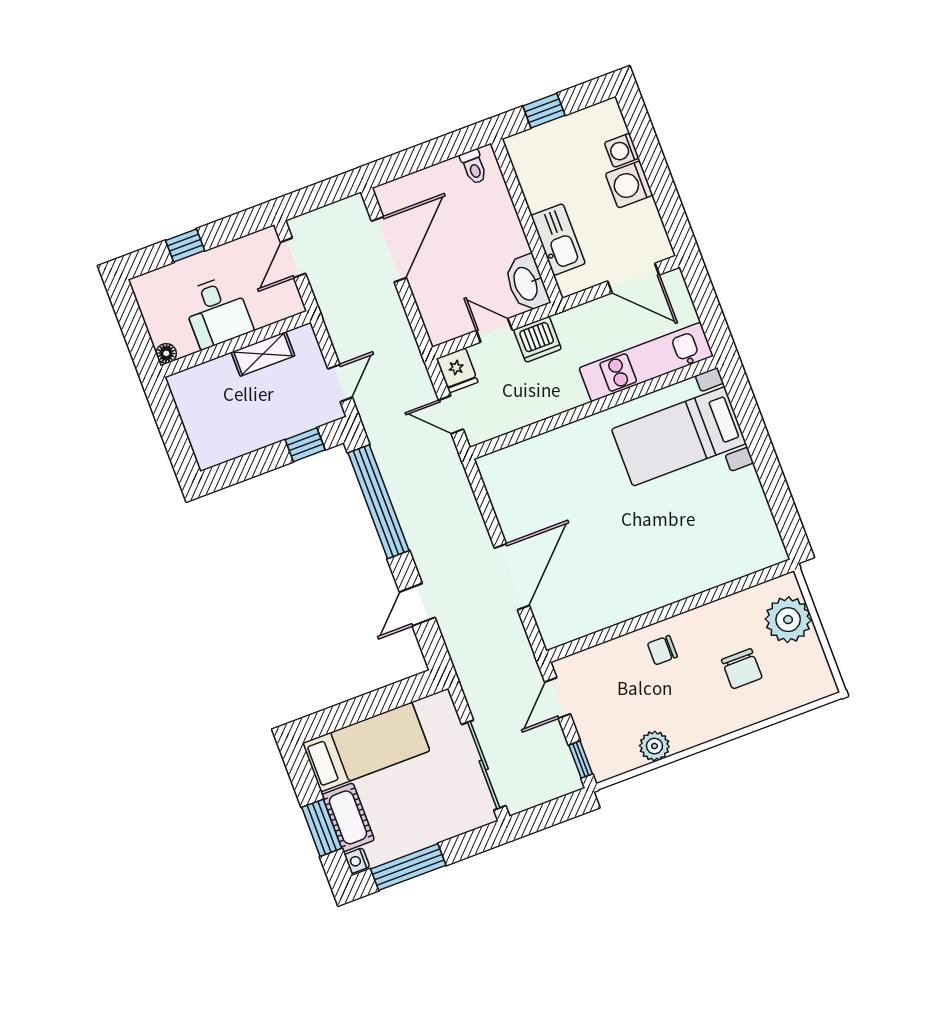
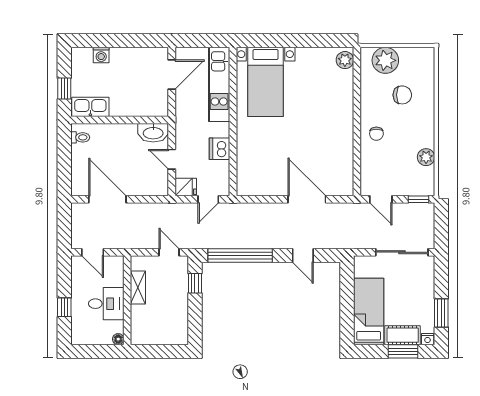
washing machine: (629, 184) -> (121, 58), removed
kitchen sink: (558, 240) -> (90, 107), moved
door: (494, 330) -> (172, 159), hinge flipped
dishwasher: (537, 339) -> (219, 149), moved, turned 180
plant: (764, 553) -> (345, 60), added
window: (408, 867) -> (441, 313), width x0.69

